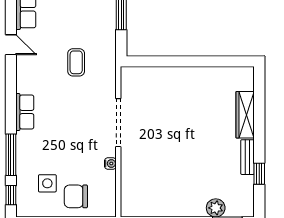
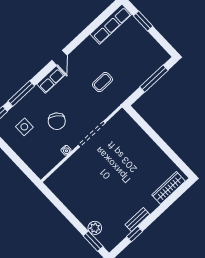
door: (11, 45) -> (59, 58), moved
wardrobe: (245, 115) -> (168, 188), moved
chair: (76, 196) -> (57, 121), moved, turned -143

